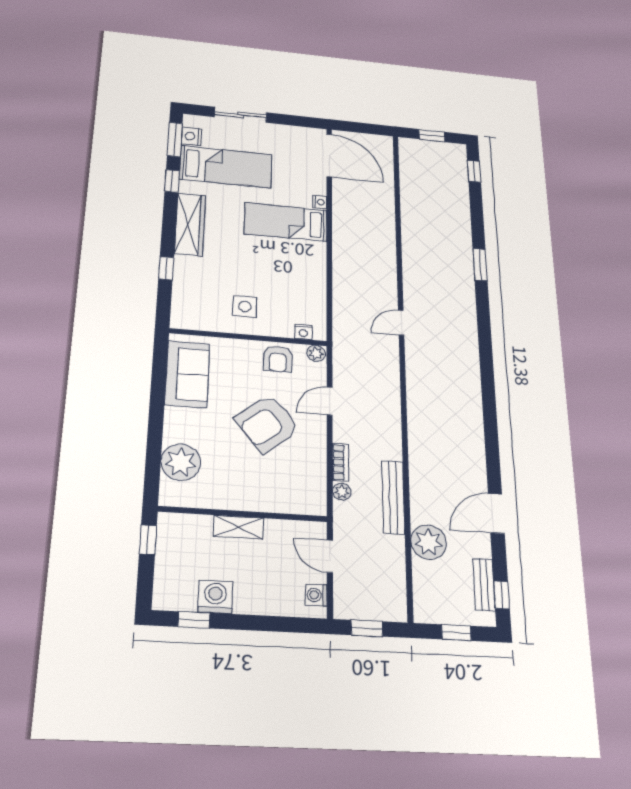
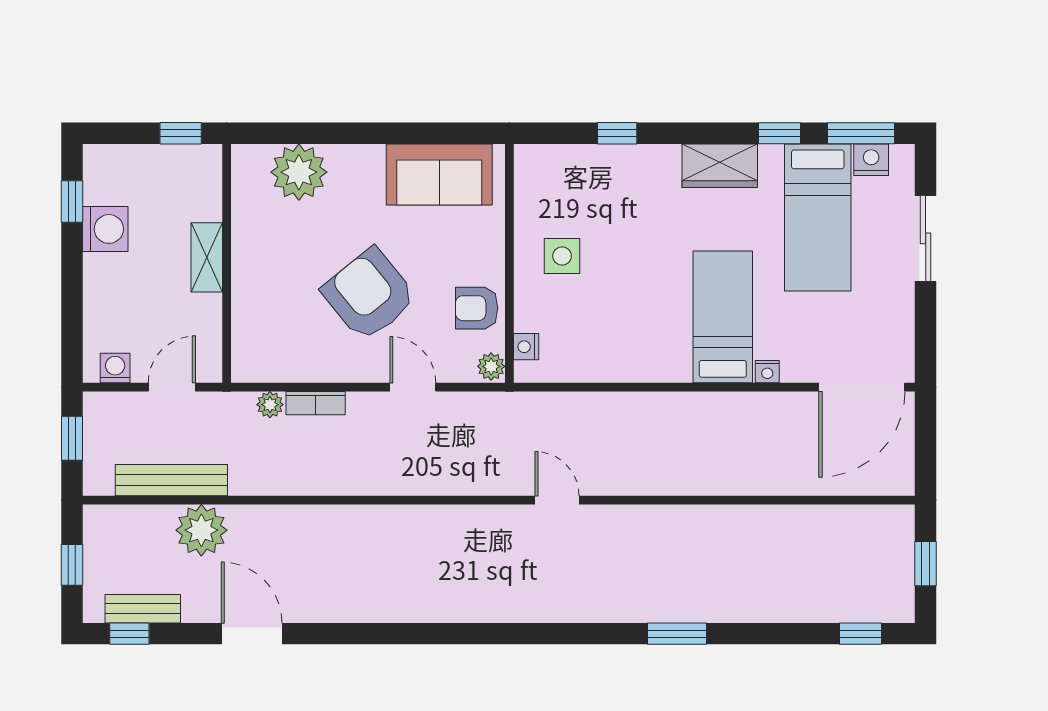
wardrobe: (190, 224) -> (720, 166), width x0.67
bench: (393, 497) -> (171, 480), moved

